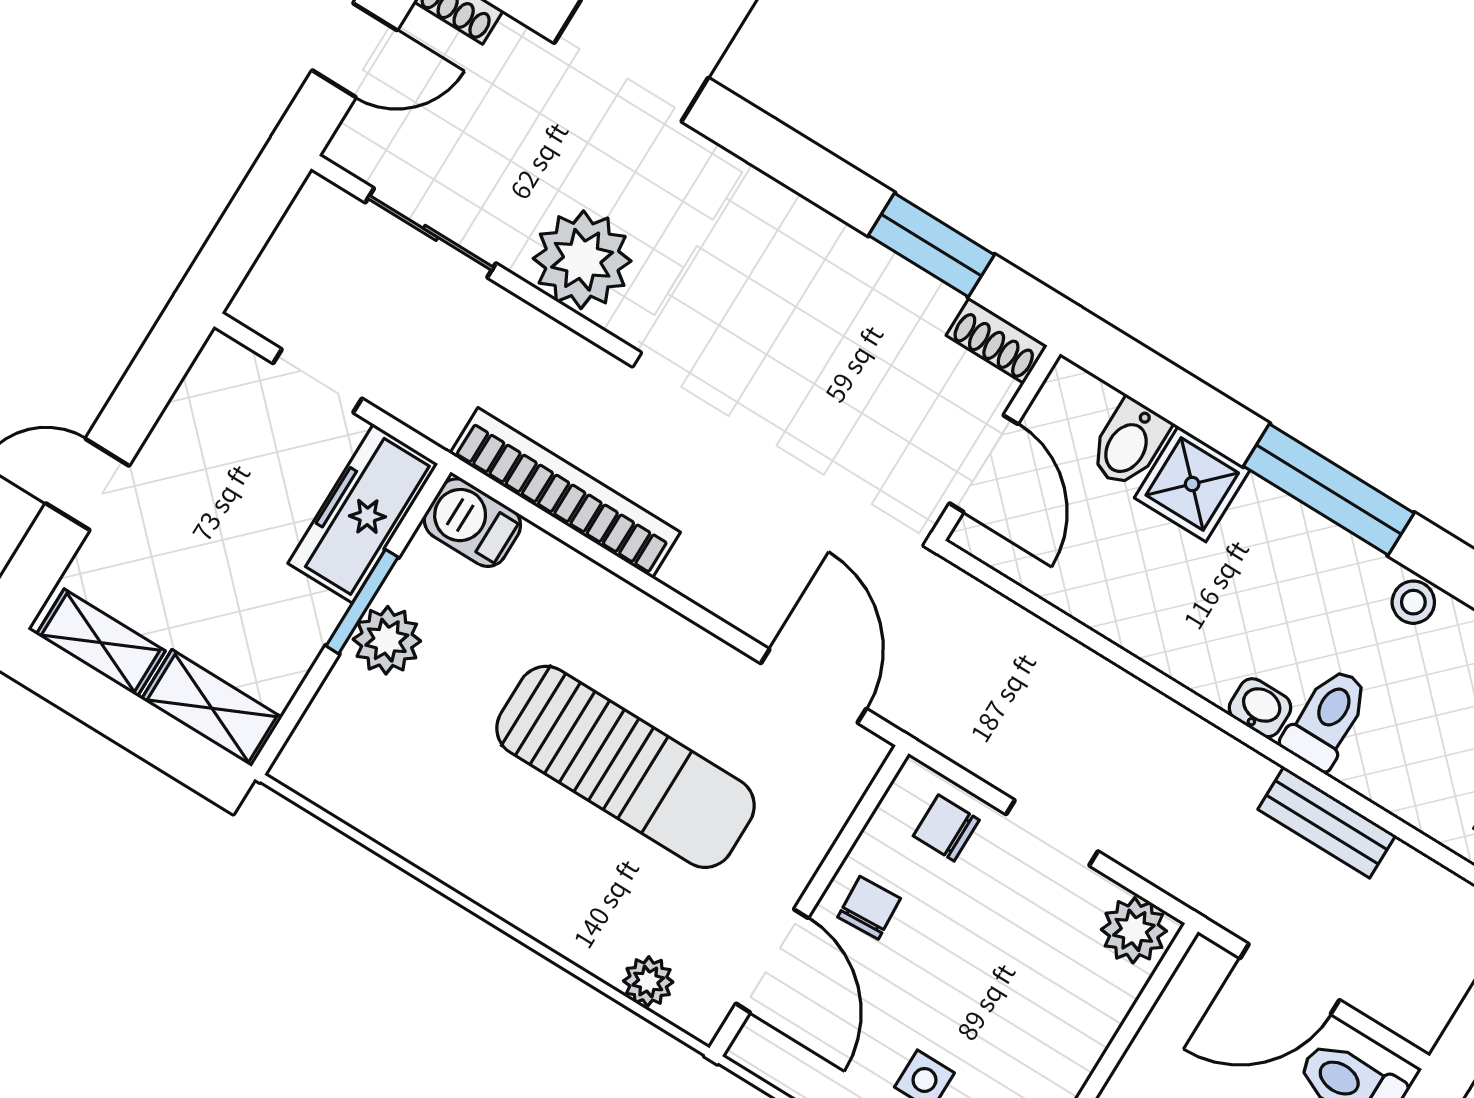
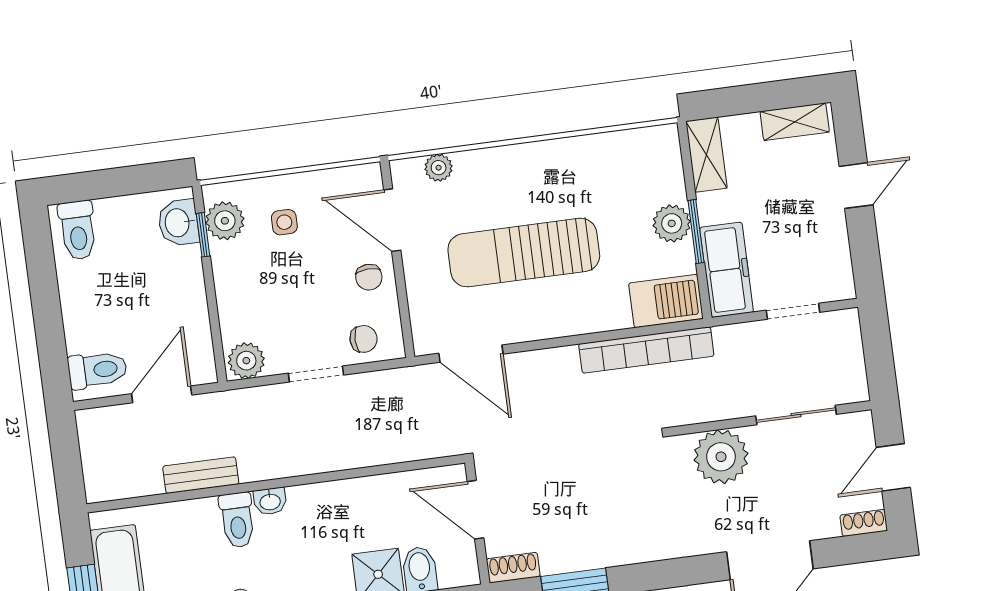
barbecue: (472, 523) -> (666, 301), width x1.38, depth x1.27
shelving: (212, 708) -> (706, 155), moved, turned 90

